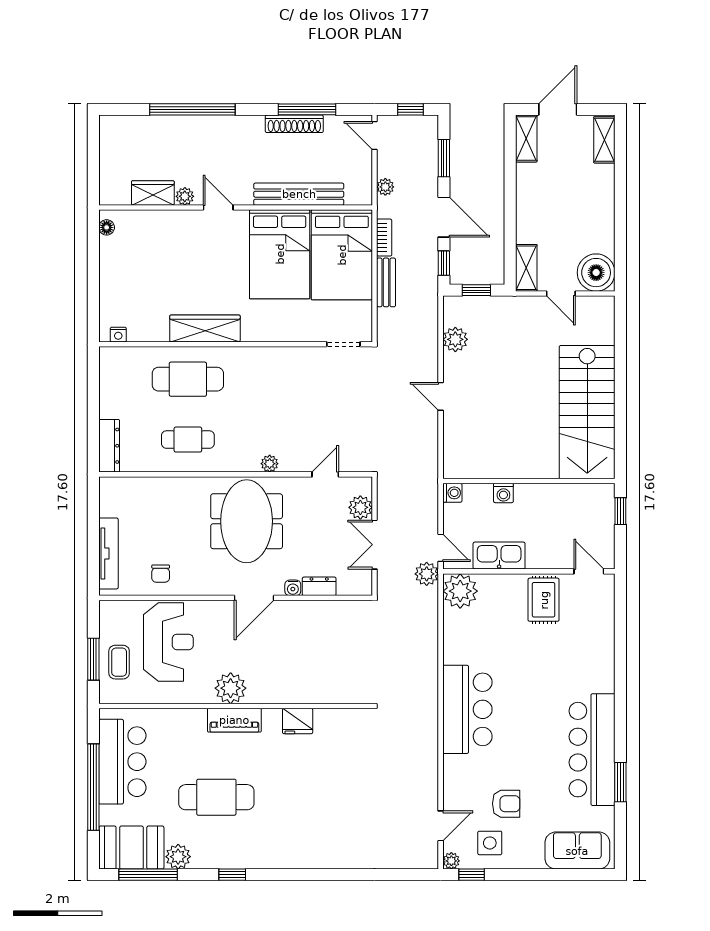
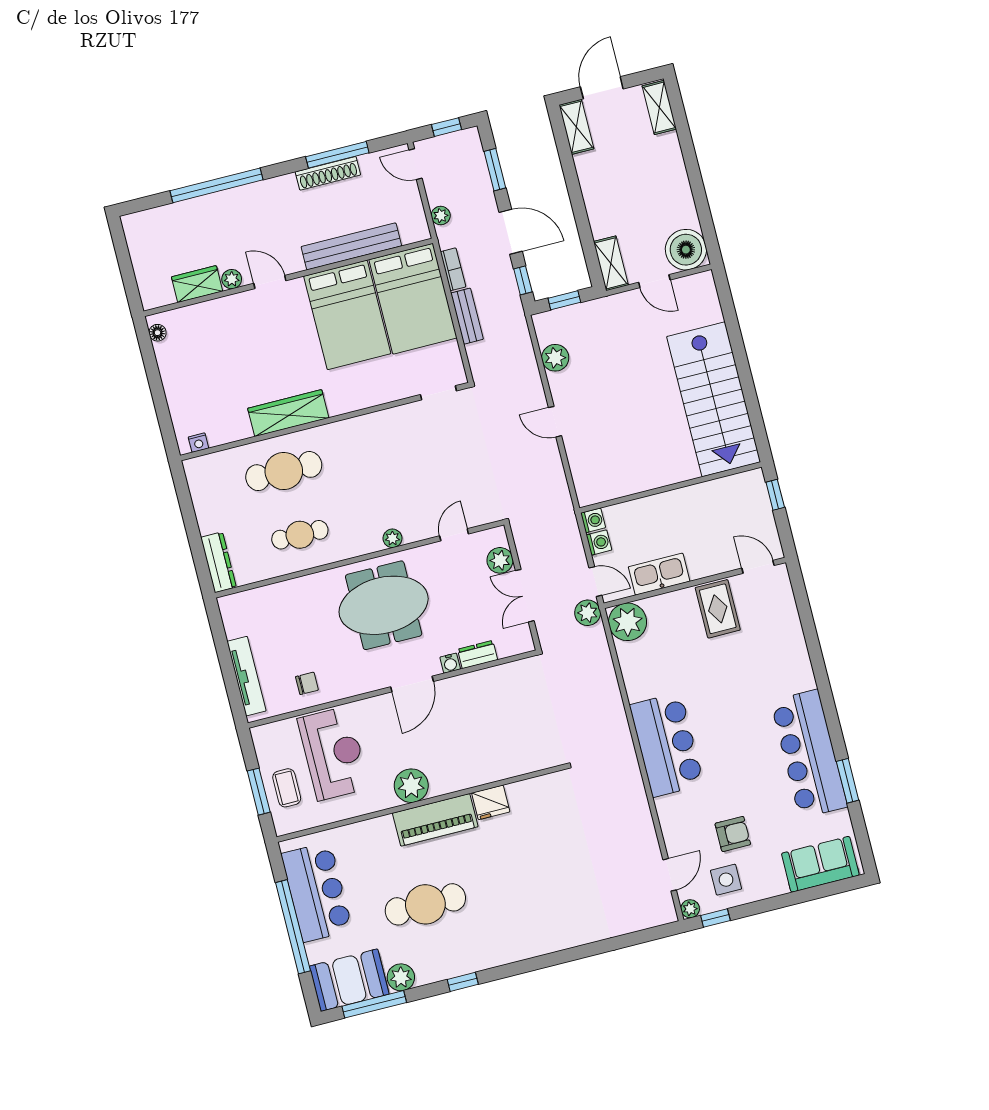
washing machine: (503, 493) -> (599, 542), moved, turned -90
meeting table: (247, 521) -> (384, 605), turned 90
chair: (161, 574) -> (307, 683), turned -90
piano: (234, 720) -> (435, 820), width x1.37, depth x1.33

